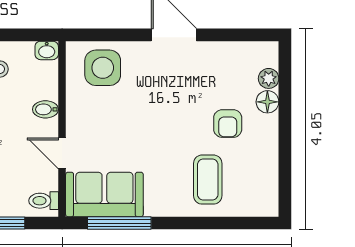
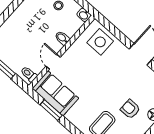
armchair: (228, 124) -> (130, 109), turned 90
window: (119, 223) -> (51, 110), width x0.69

